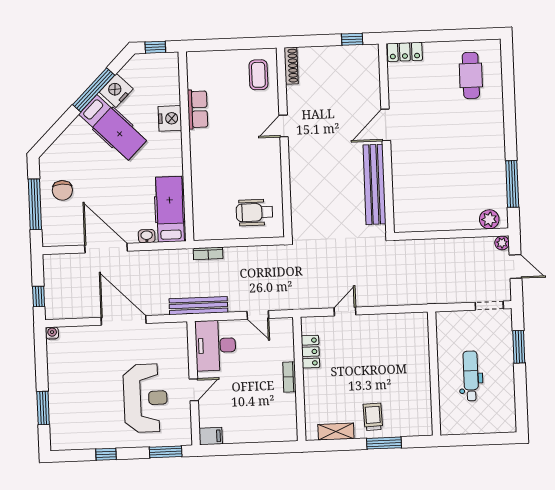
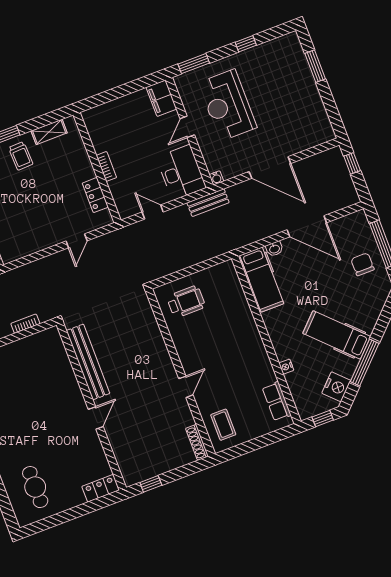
nightstand: (116, 90) -> (336, 387), moved
row of seats: (197, 109) -> (277, 401), moved
nightstand: (170, 118) -> (286, 367), width x0.53, depth x0.56
door: (386, 125) -> (96, 418), width x0.73
bookcase: (208, 253) -> (25, 324), moved
bench: (198, 306) -> (208, 203), width x0.73
water cooler: (52, 333) -> (216, 178), moved
filing cabinet: (211, 436) -> (161, 98), width x2.00

